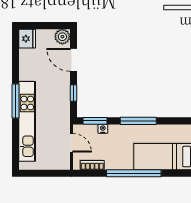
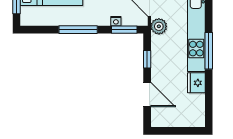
plant: (62, 37) -> (159, 26), moved
fridge: (27, 39) -> (196, 83), moved

